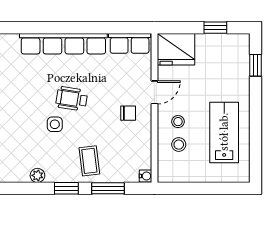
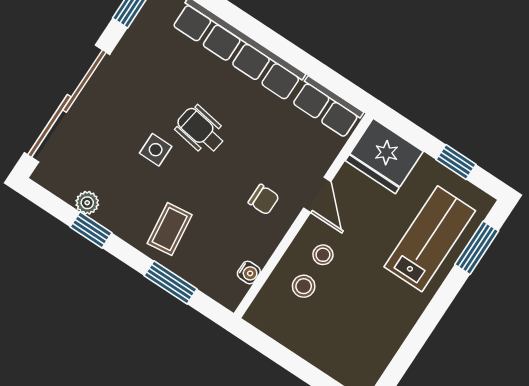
window: (256, 65) -> (477, 248), width x1.50
door: (154, 92) -> (317, 195), hinge flipped
lab bench: (224, 132) -> (430, 239), moved
water cooler: (145, 176) -> (249, 273), moved
window: (66, 188) -> (91, 230), moved

